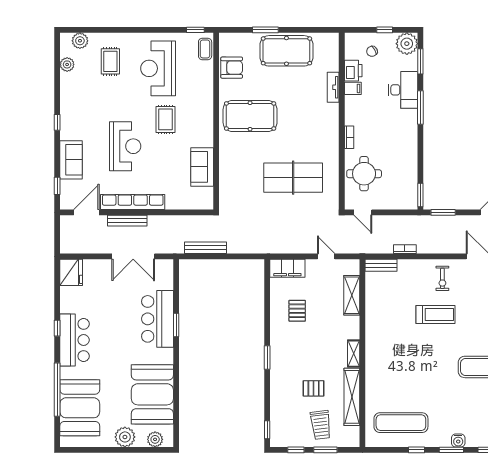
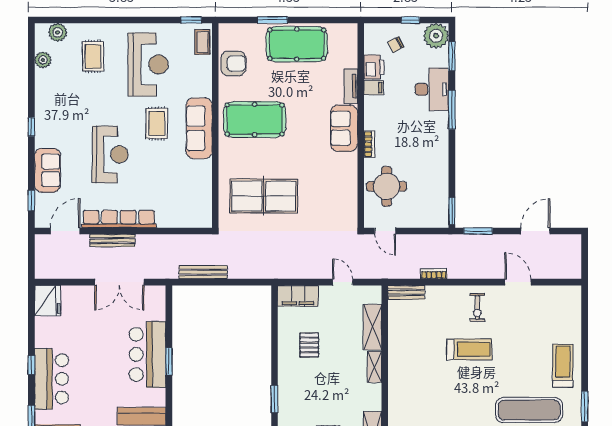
reception desk: (158, 68) -> (148, 64), turned 180
sofa: (327, 124) -> (344, 128), added
sofa: (202, 167) -> (199, 128), moved, width x1.36
table tennis table: (293, 178) -> (264, 196), moved
shelving: (354, 354) -> (375, 367), moved

